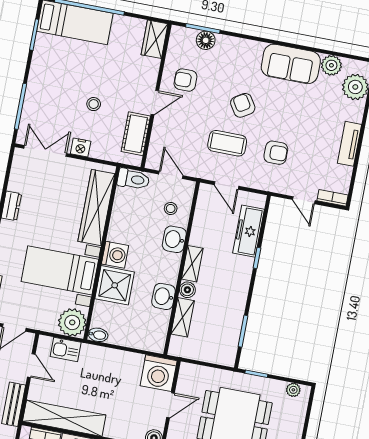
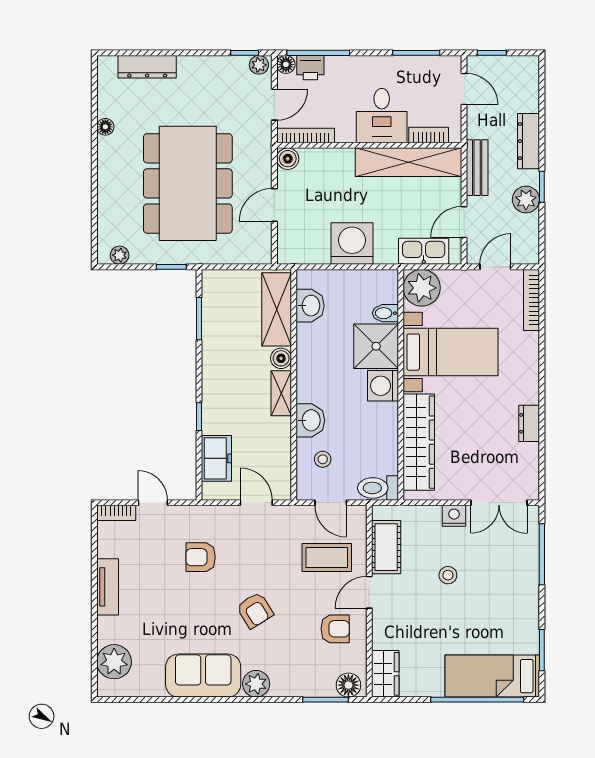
floor lamp: (206, 40) -> (348, 685), moved
plant: (331, 65) -> (256, 684), moved
coffee table: (227, 143) -> (327, 558), moved
freezer: (249, 231) -> (216, 458), width x0.71
washbasin: (164, 296) -> (310, 306), moved
shelving: (183, 317) -> (277, 309), width x1.50, depth x1.33
bidet: (98, 335) -> (385, 313), moved
kitchen sink: (66, 349) -> (424, 251), width x1.38
door: (31, 366) -> (464, 222), hinge flipped
washing machine: (159, 373) -> (352, 244), moved

